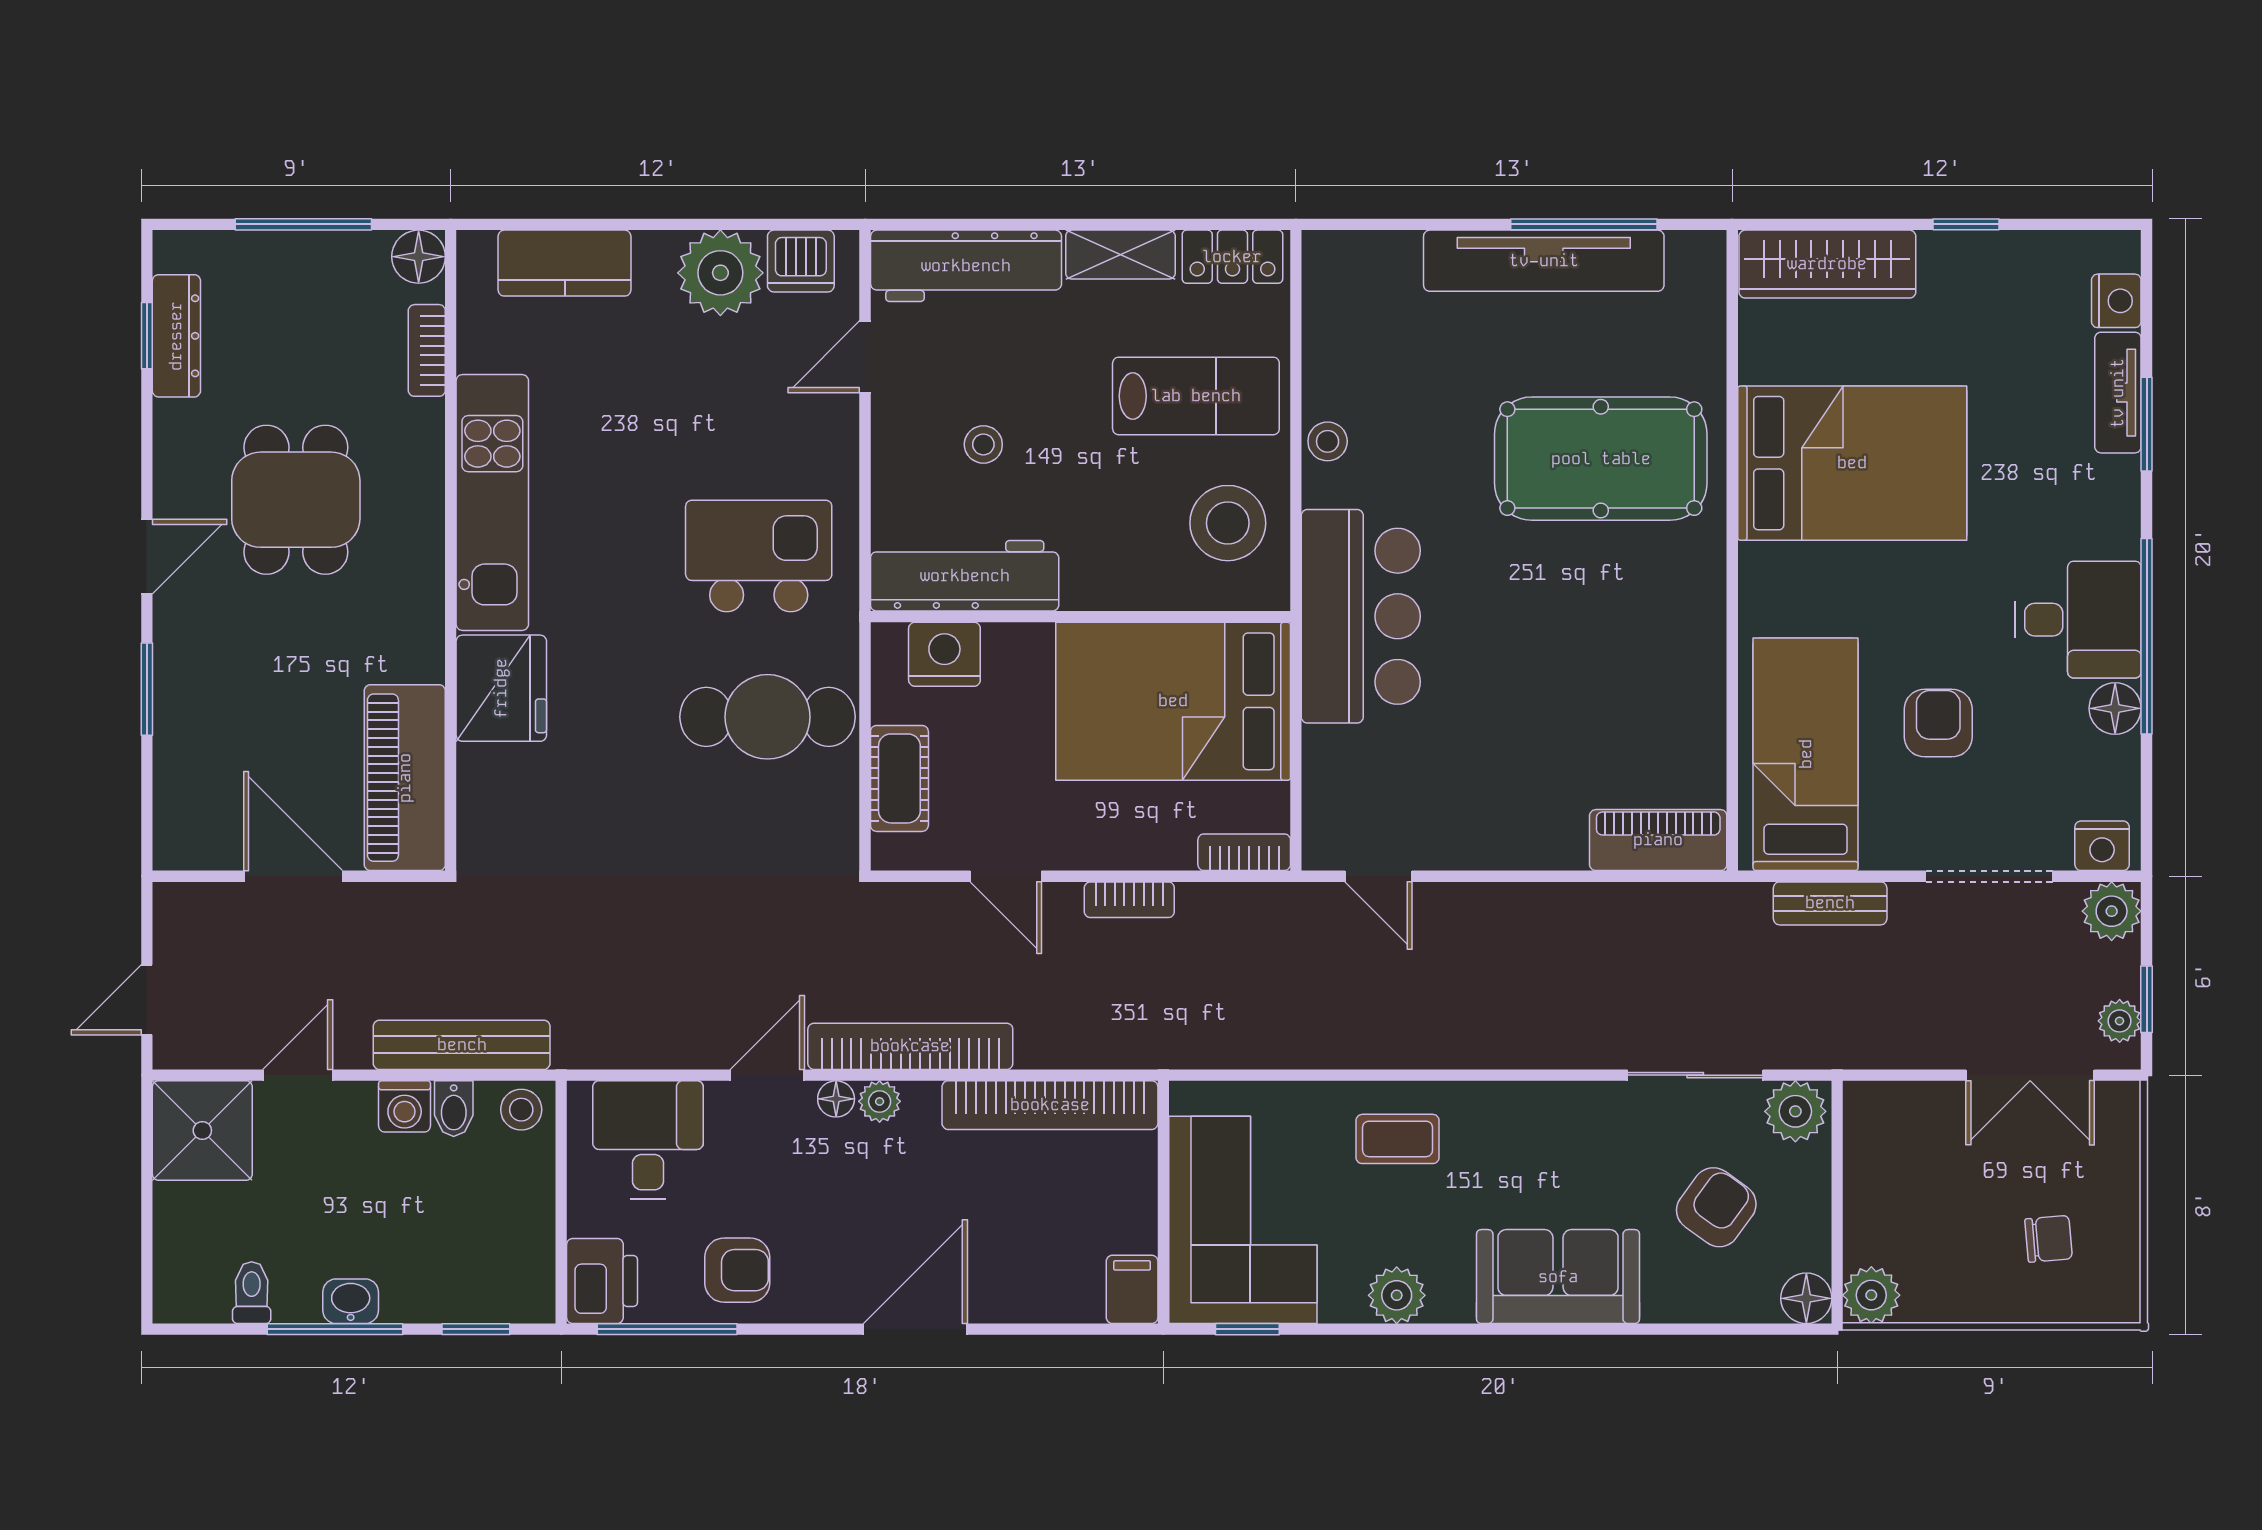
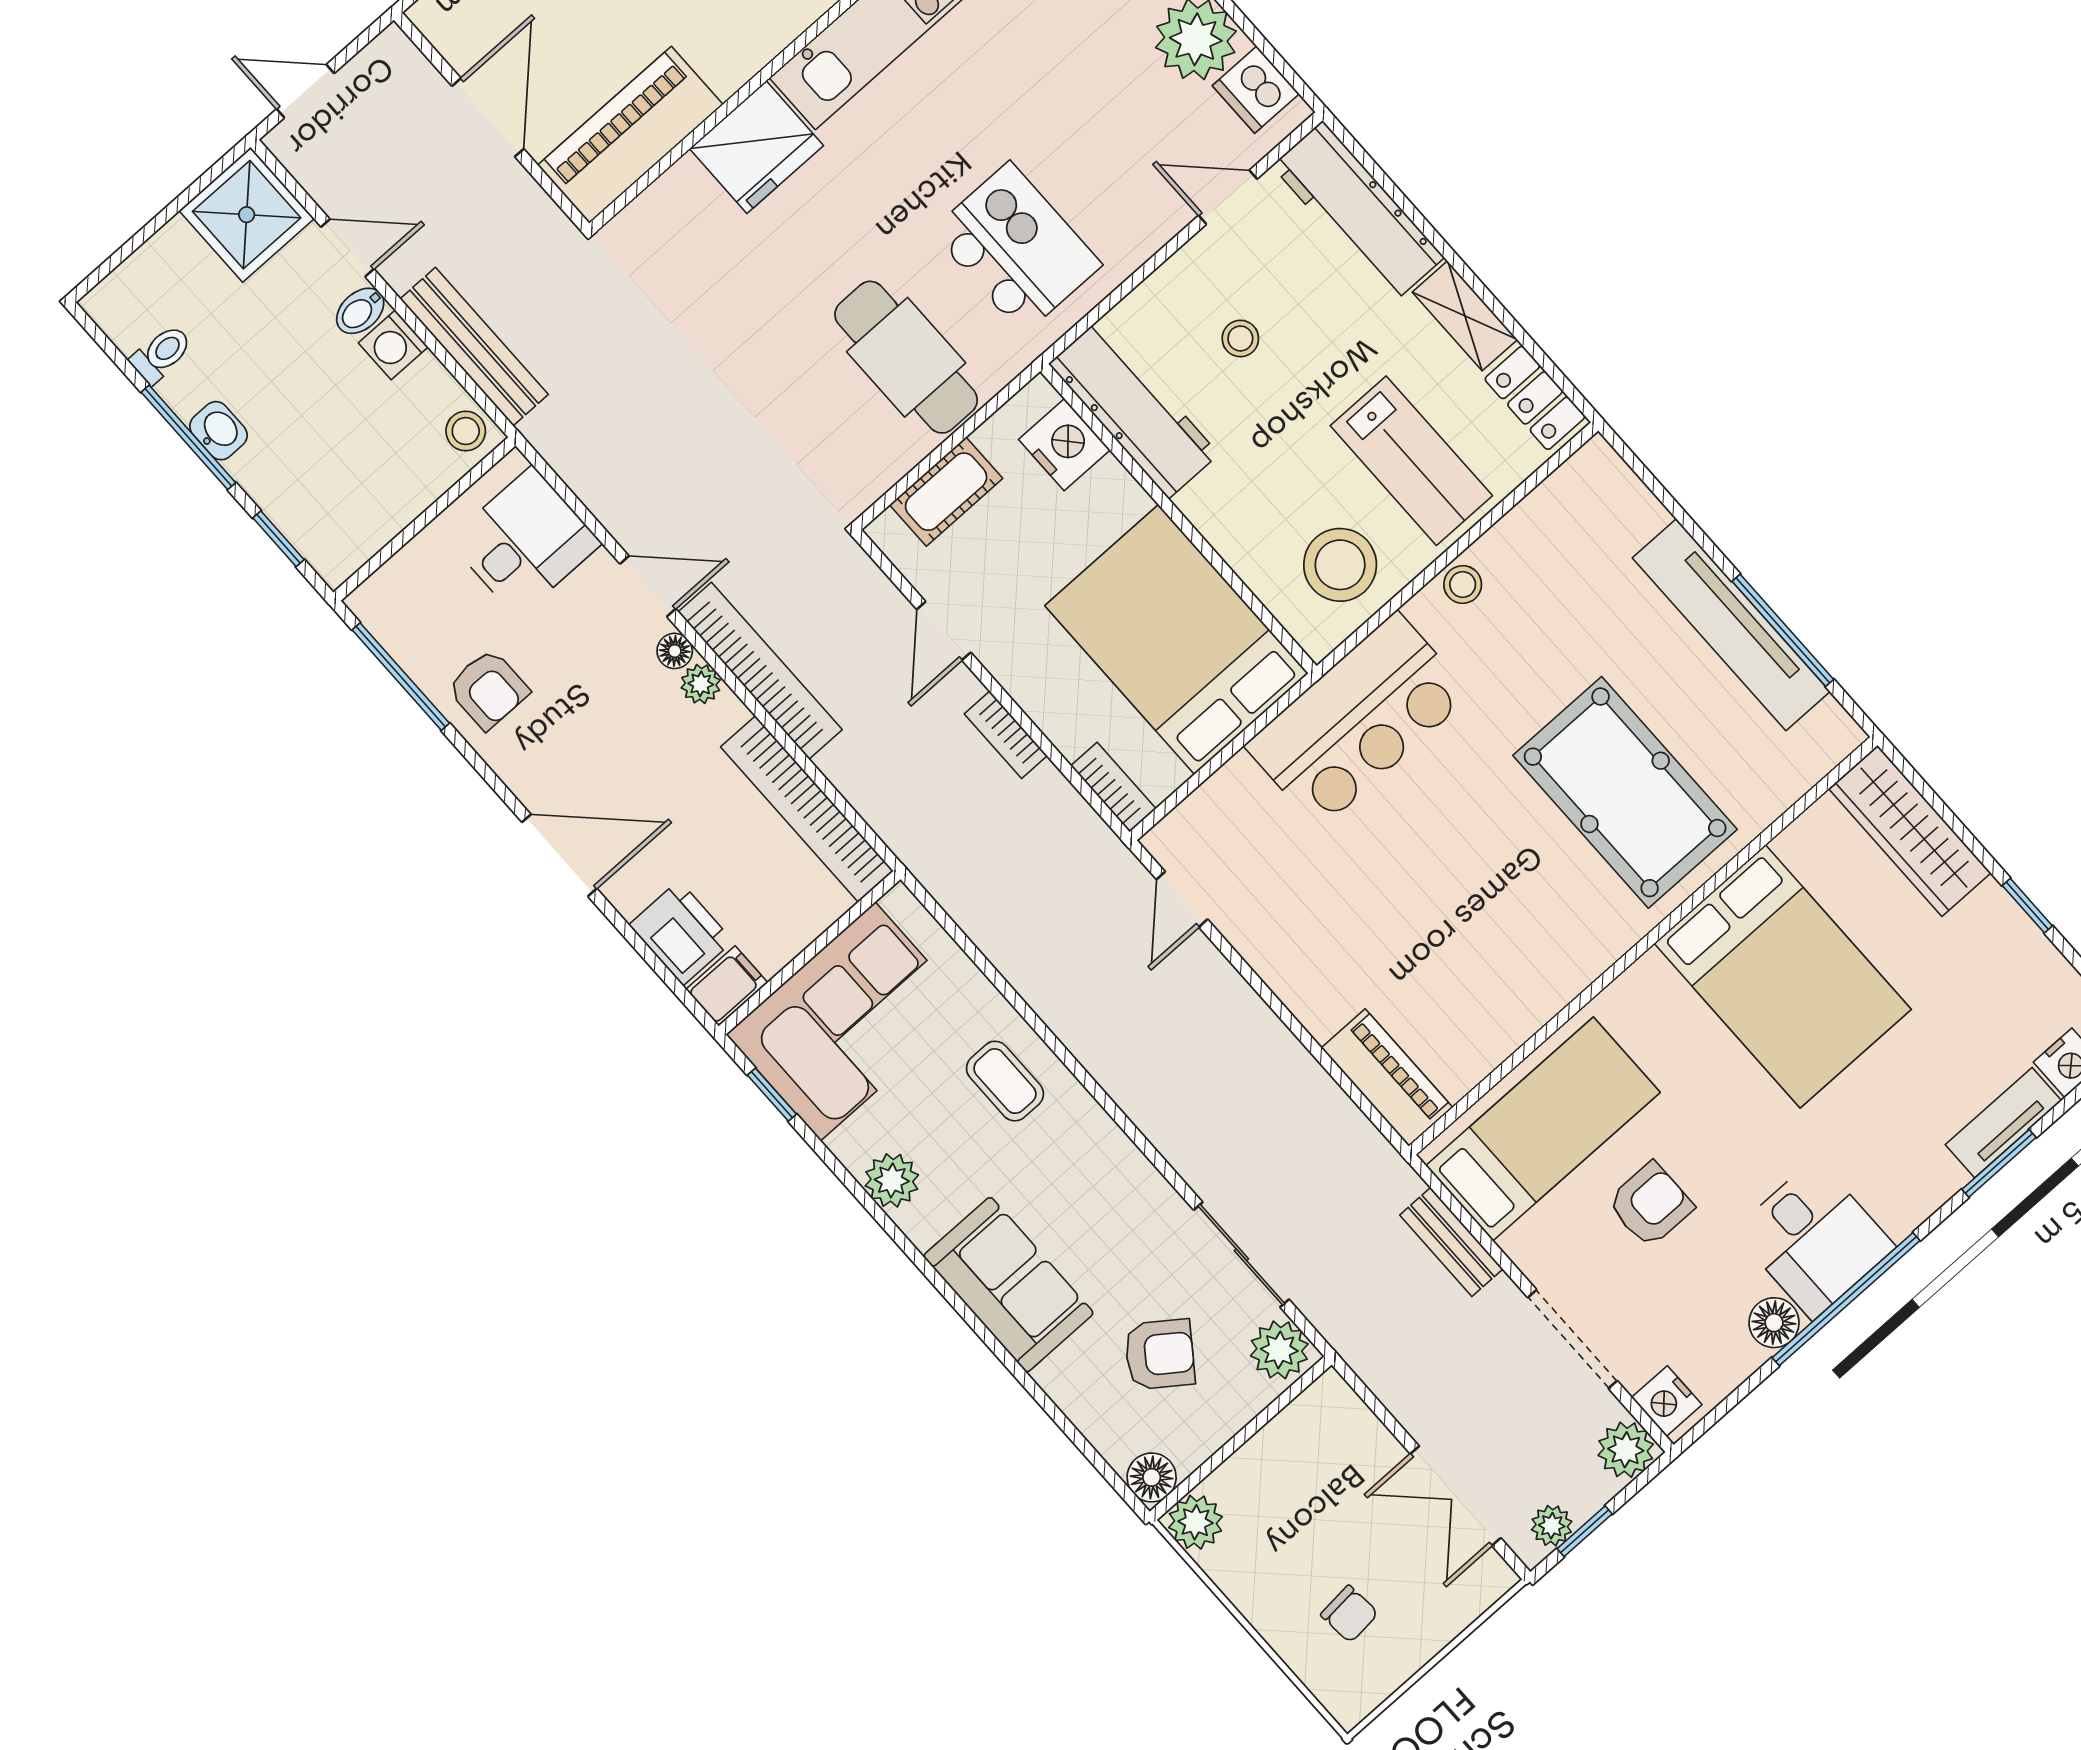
bidet: (454, 1109) -> (360, 311), moved
printer: (602, 1281) -> (681, 933), moved, turned -90

